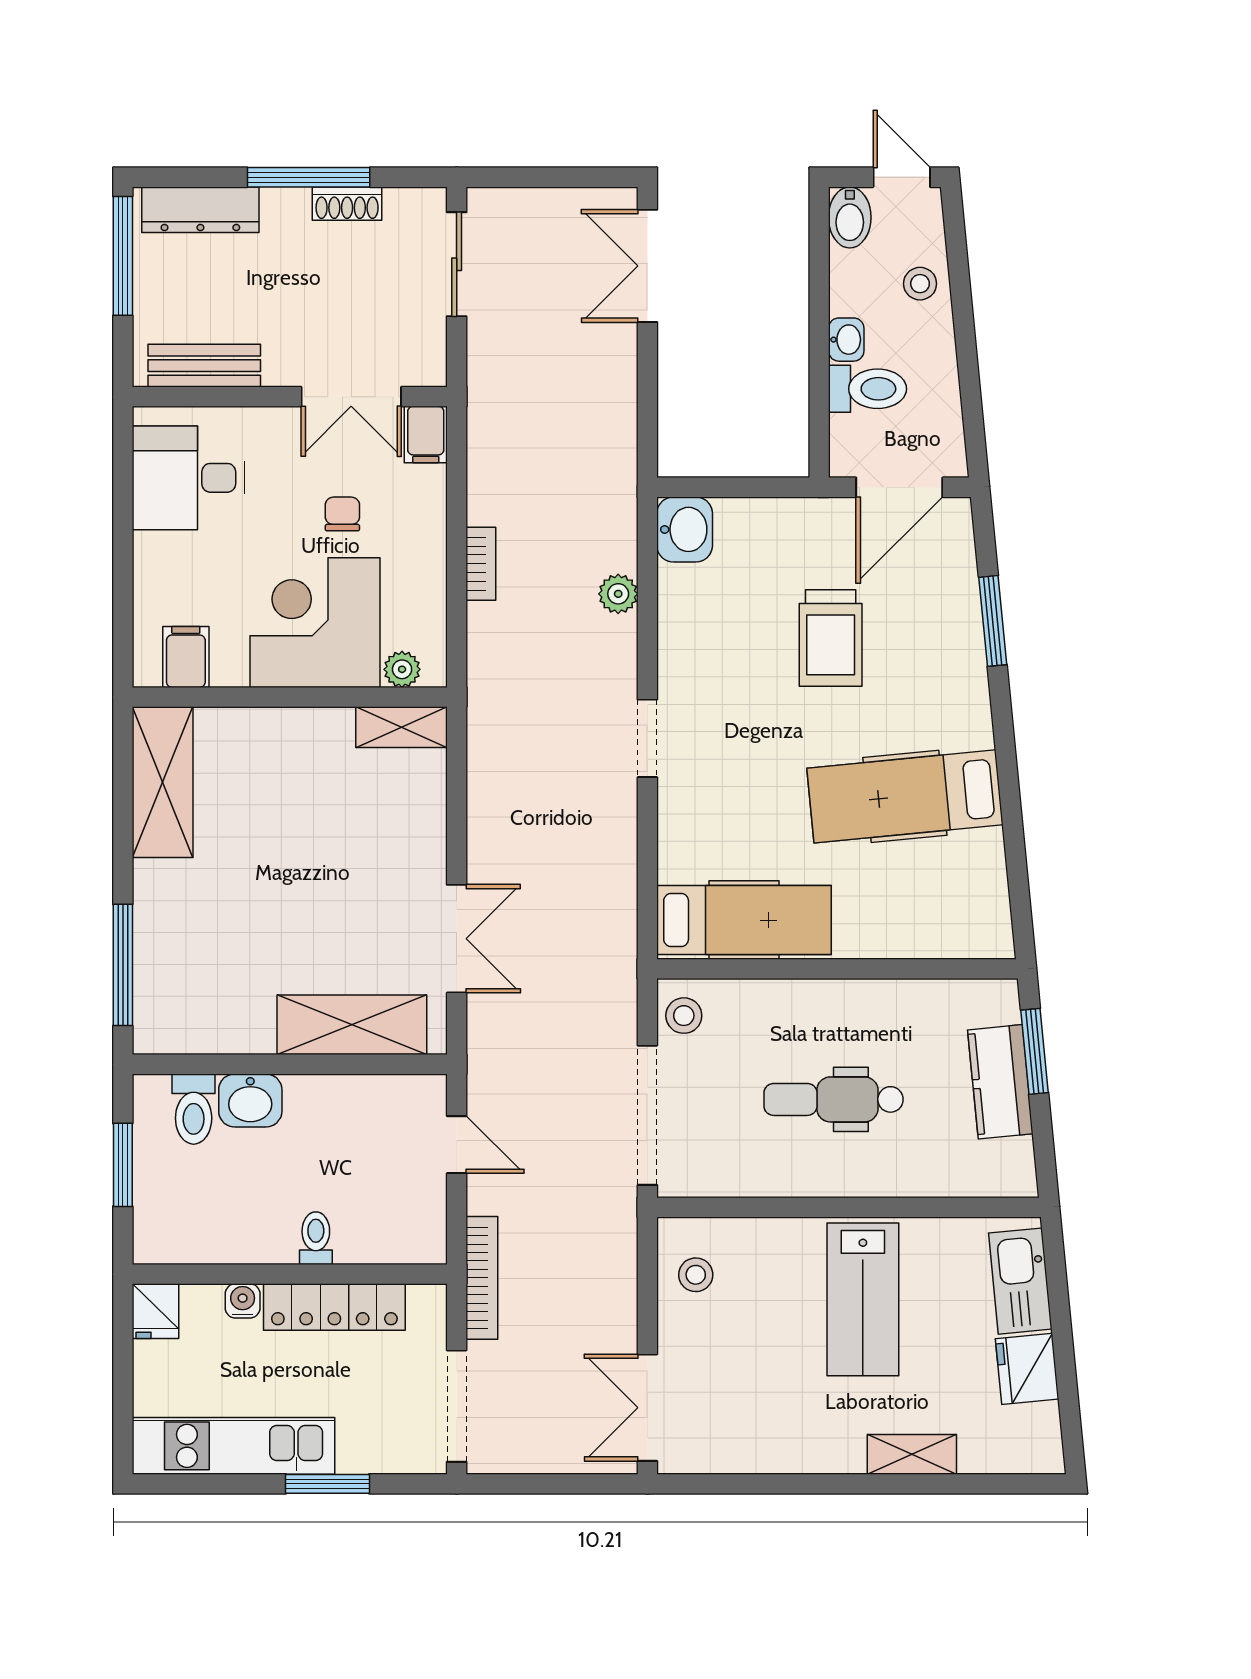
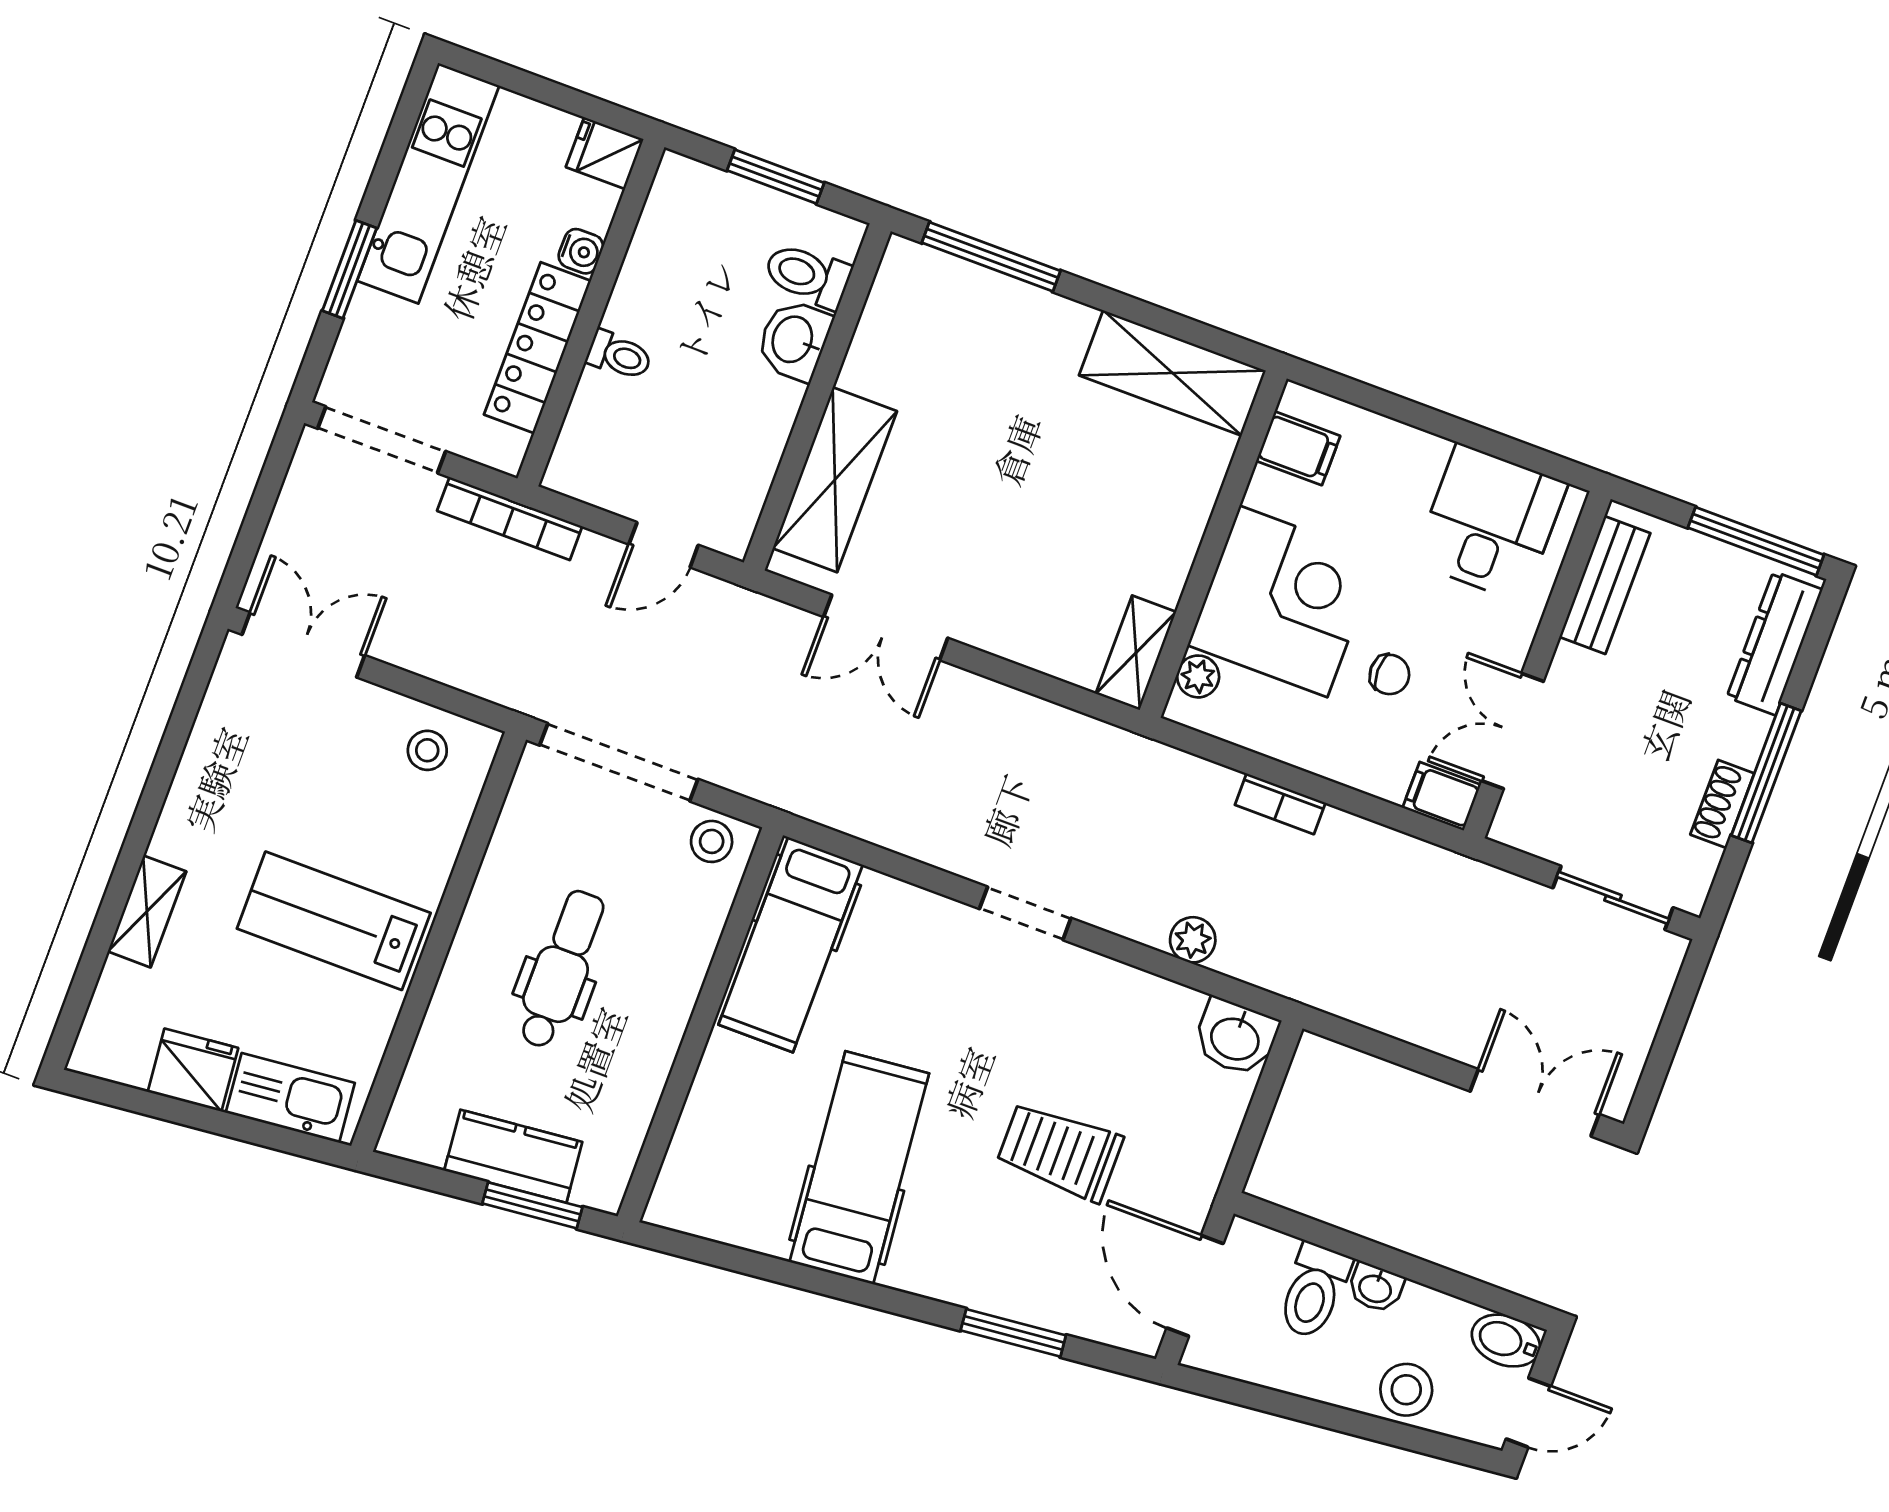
stool: (920, 284) -> (1406, 1390), width x1.37, depth x1.37

